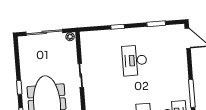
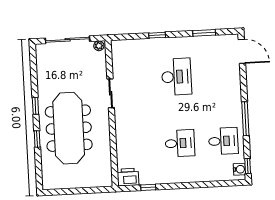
desk: (134, 60) -> (176, 77), turned 180

